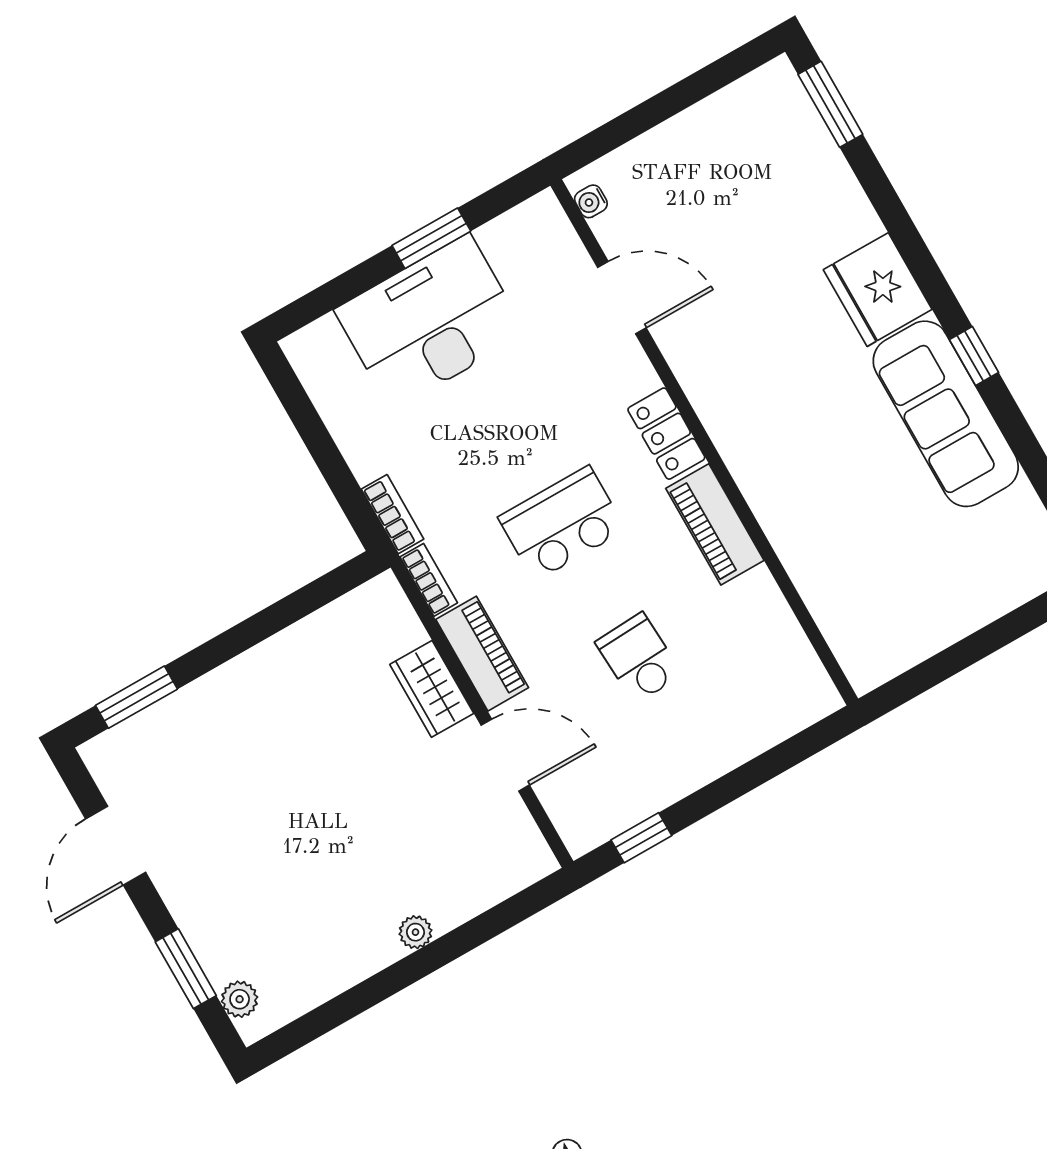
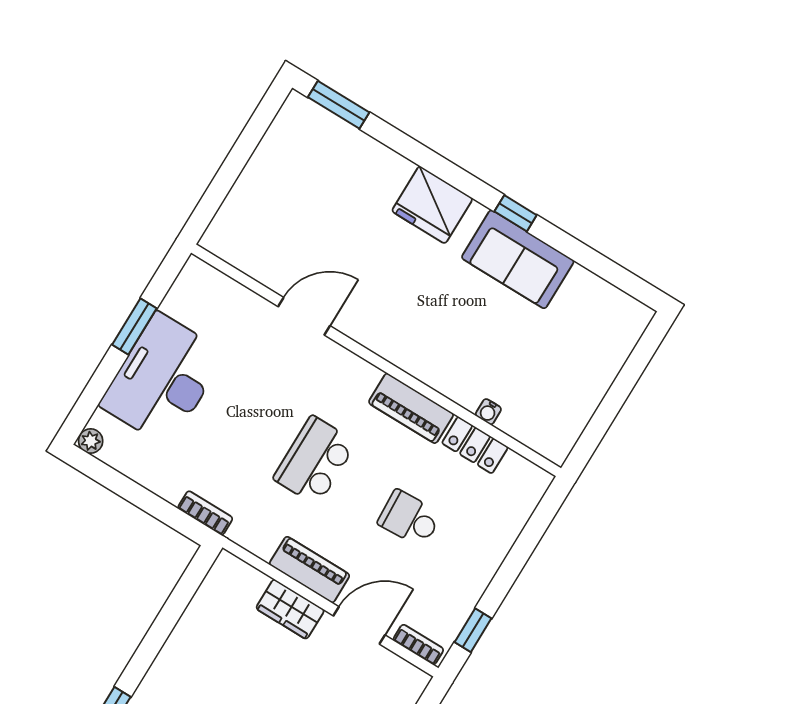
water cooler: (591, 201) -> (488, 412), moved
door: (622, 298) -> (304, 316), moved
plant: (301, 349) -> (91, 441), added
sofa: (946, 414) -> (518, 259), width x0.73
locker: (666, 434) -> (475, 445), moved
bookcase: (429, 580) -> (418, 645), moved

